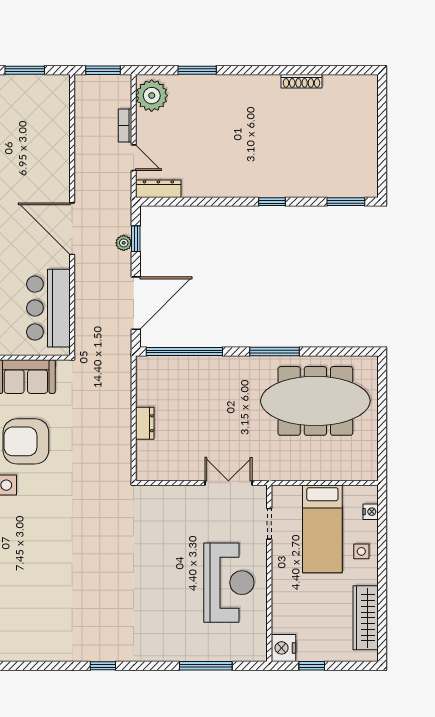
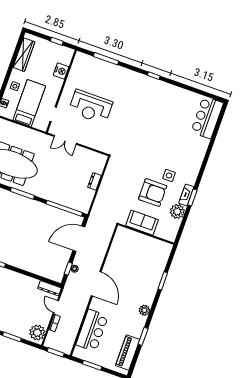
bar counter: (48, 308) -> (92, 330), moved
reception desk: (229, 583) -> (91, 107), moved, turned -90
nightstand: (283, 648) -> (61, 71), moved

